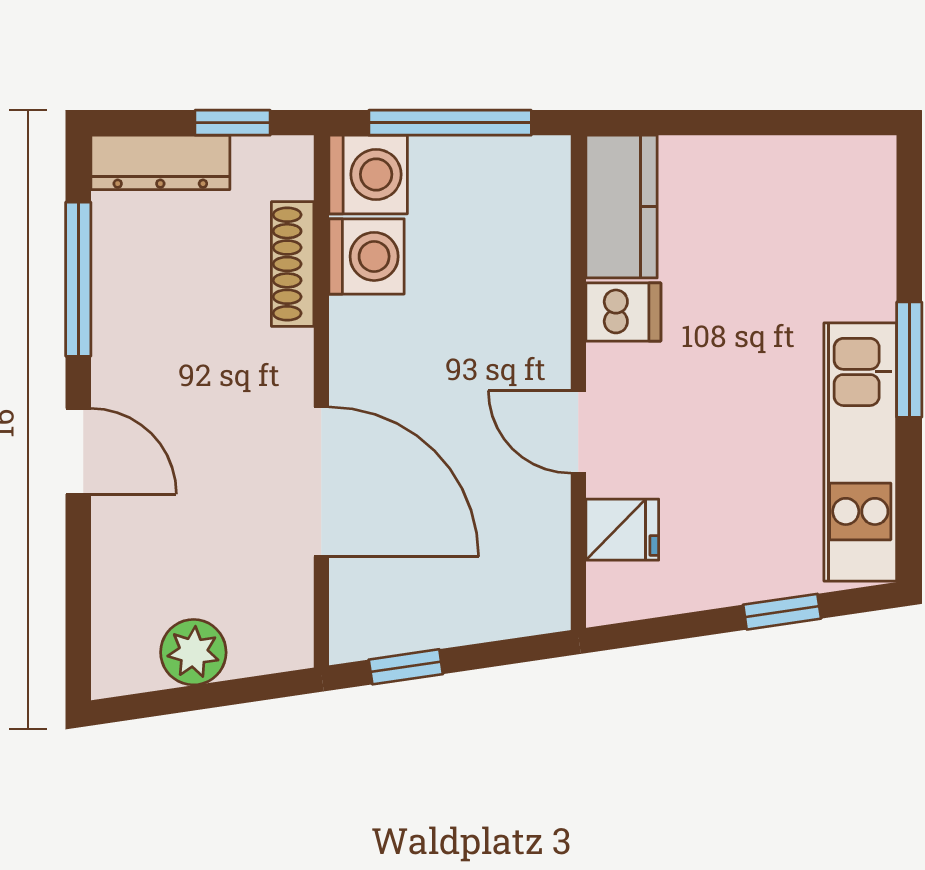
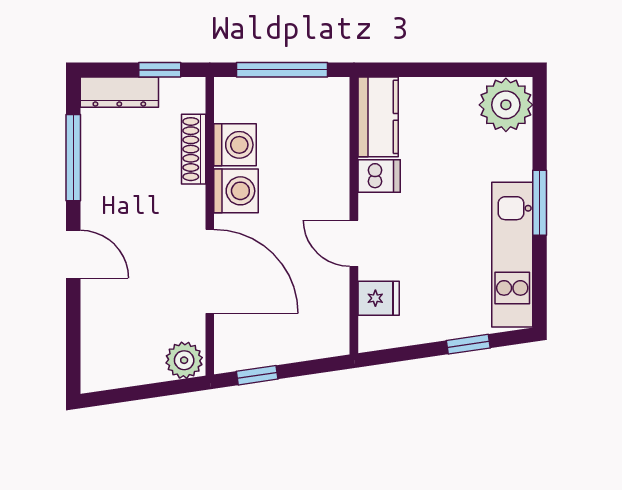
washing machine: (368, 174) -> (236, 191), moved
plant: (849, 185) -> (506, 105), added
plant: (193, 652) -> (184, 360), moved

